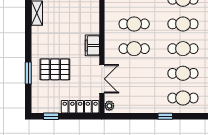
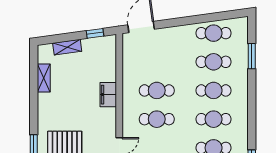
filing cabinet: (92, 45) -> (108, 95), moved

